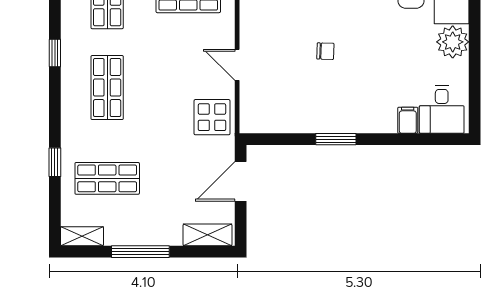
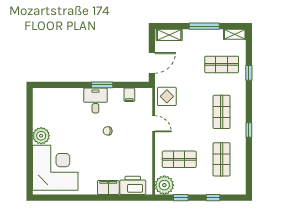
desk: (442, 109) -> (95, 100), moved
filing cabinet: (408, 120) -> (129, 95), moved

